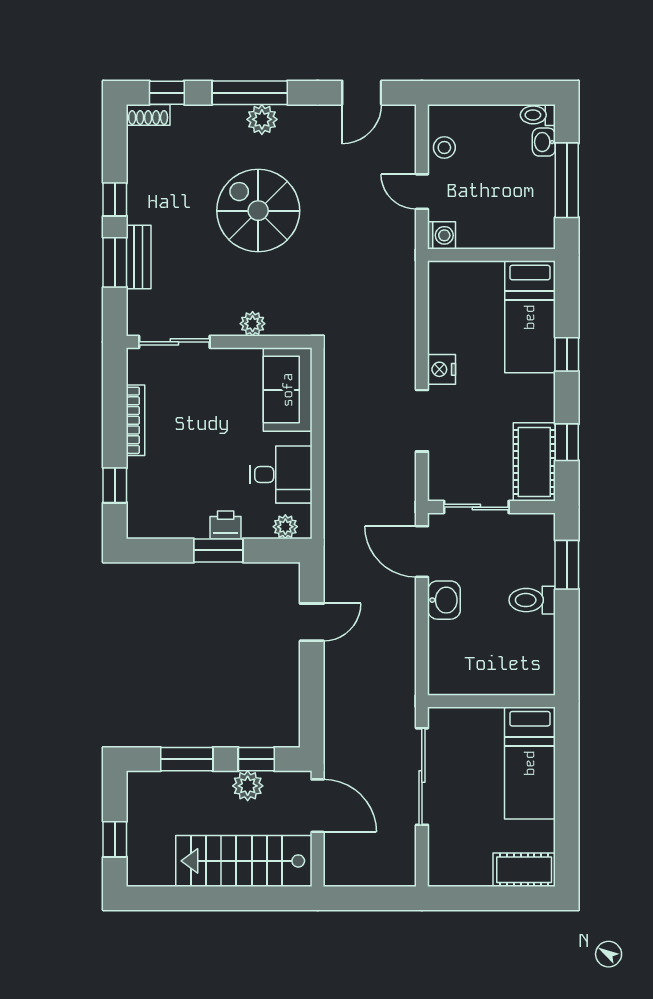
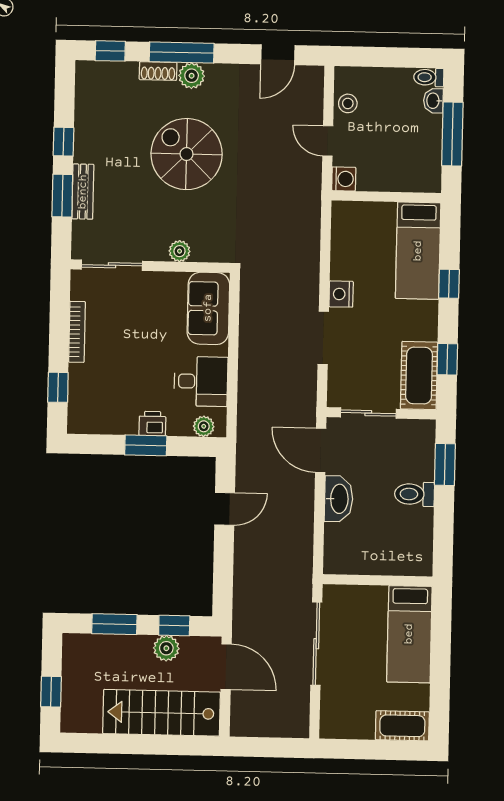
shoe rack: (148, 115) -> (158, 71), moved
washbasin: (444, 600) -> (339, 499), width x1.38

